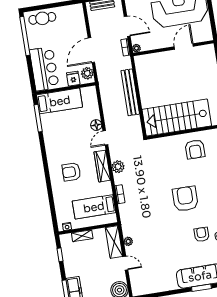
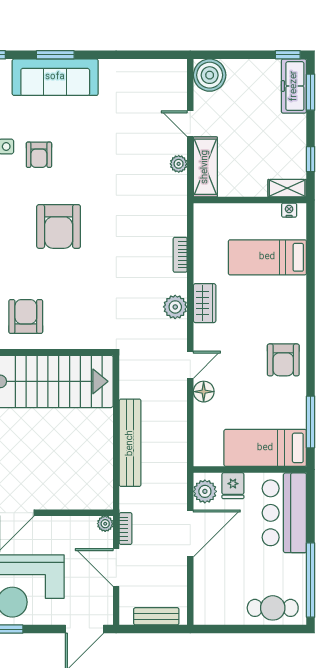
wardrobe: (102, 166) -> (205, 303), width x0.67
armchair: (71, 172) -> (283, 360), moved, turned 90
bed: (94, 207) -> (267, 257), moved, turned 180
shelving: (82, 236) -> (287, 188), moved

